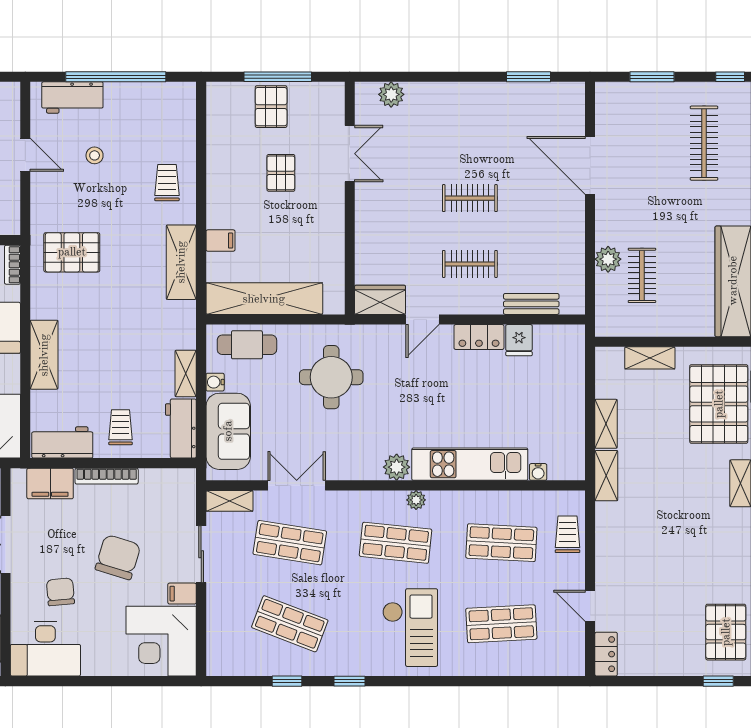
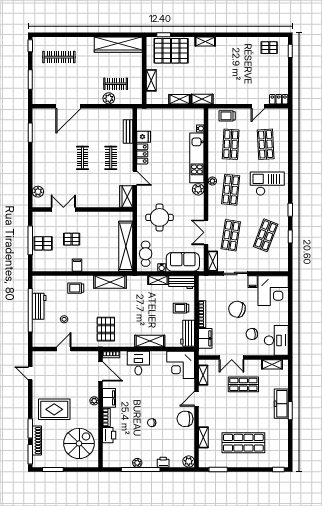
workbench: (72, 97) -> (39, 306), moved
filing cabinet: (220, 241) -> (77, 265), moved
pallet: (726, 632) -> (269, 48), width x0.67, depth x0.71

